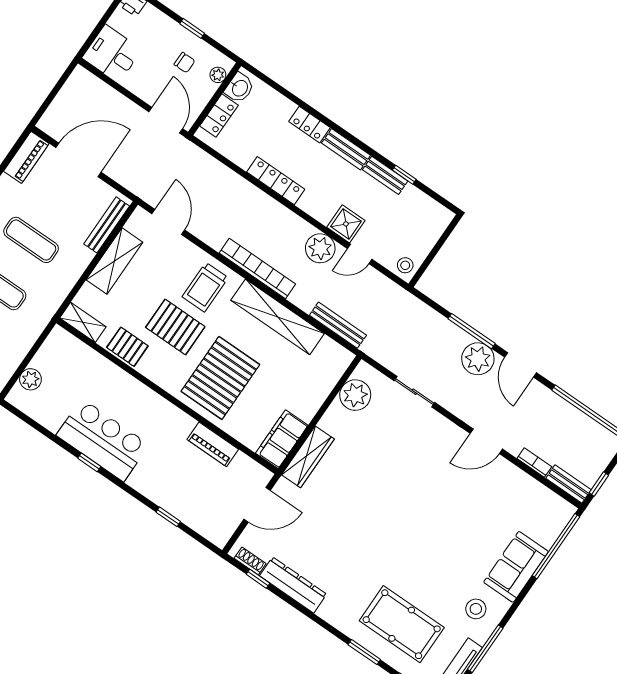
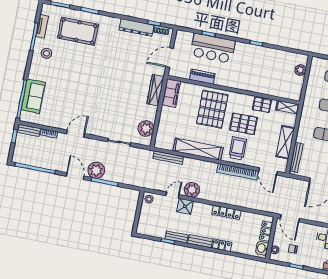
bookcase: (257, 268) -> (237, 172), moved
bar counter: (103, 440) -> (213, 48), moved
sofa: (516, 567) -> (33, 96), moved

